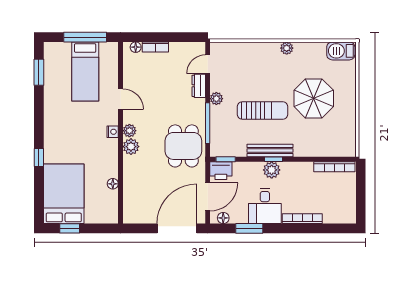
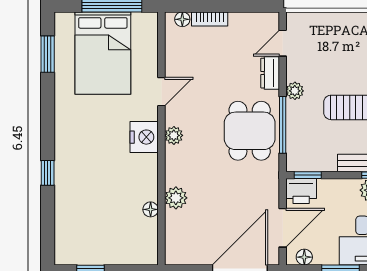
bed: (85, 71) -> (103, 53), width x1.50
door: (121, 99) -> (161, 92), hinge flipped
nightstand: (113, 132) -> (144, 137), width x1.89, depth x1.79
dining table: (183, 146) -> (250, 131), moved
plant: (131, 147) -> (176, 198), moved
bed: (64, 194) -> (82, 223), removed

